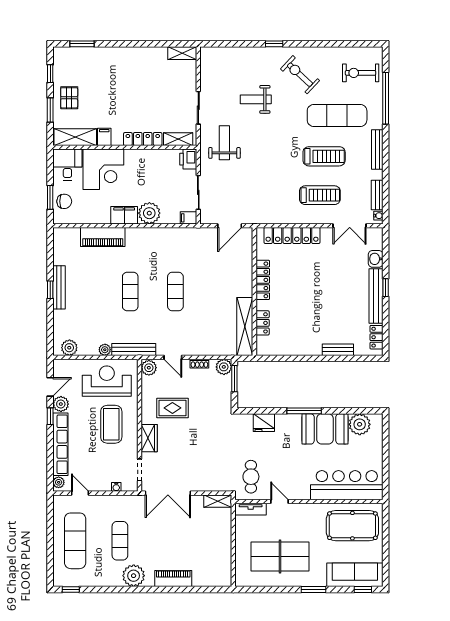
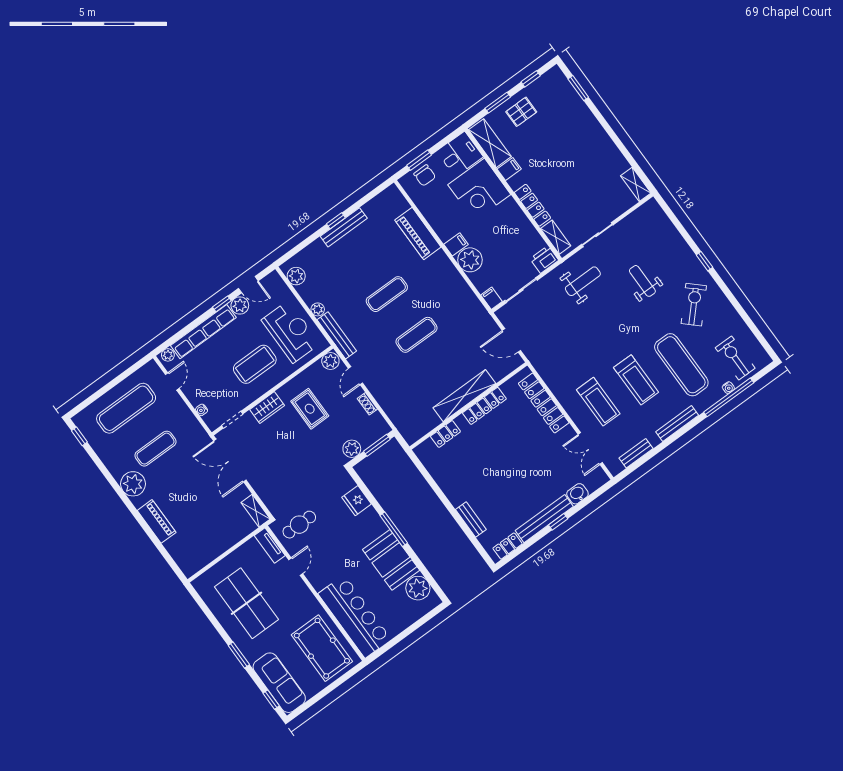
filing cabinet: (124, 215) -> (456, 244), width x0.50
water cooler: (378, 216) -> (728, 388), moved
shelving: (245, 327) -> (464, 396), moved
plant: (224, 367) -> (352, 449), moved

